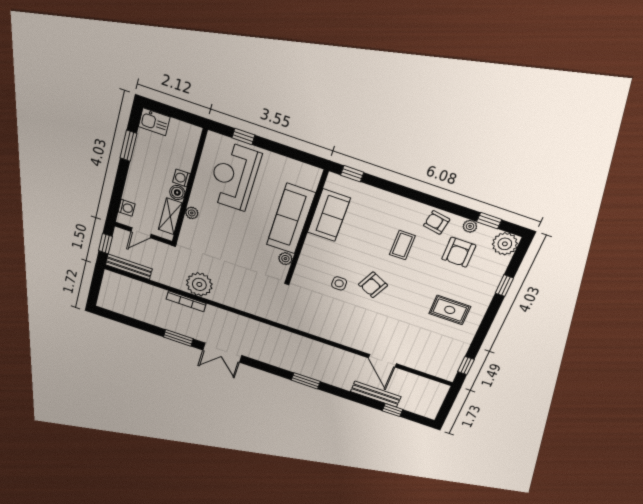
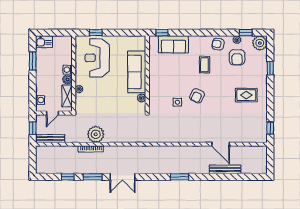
sofa: (329, 215) -> (173, 44), moved, turned 90
window: (393, 410) -> (68, 177), moved

